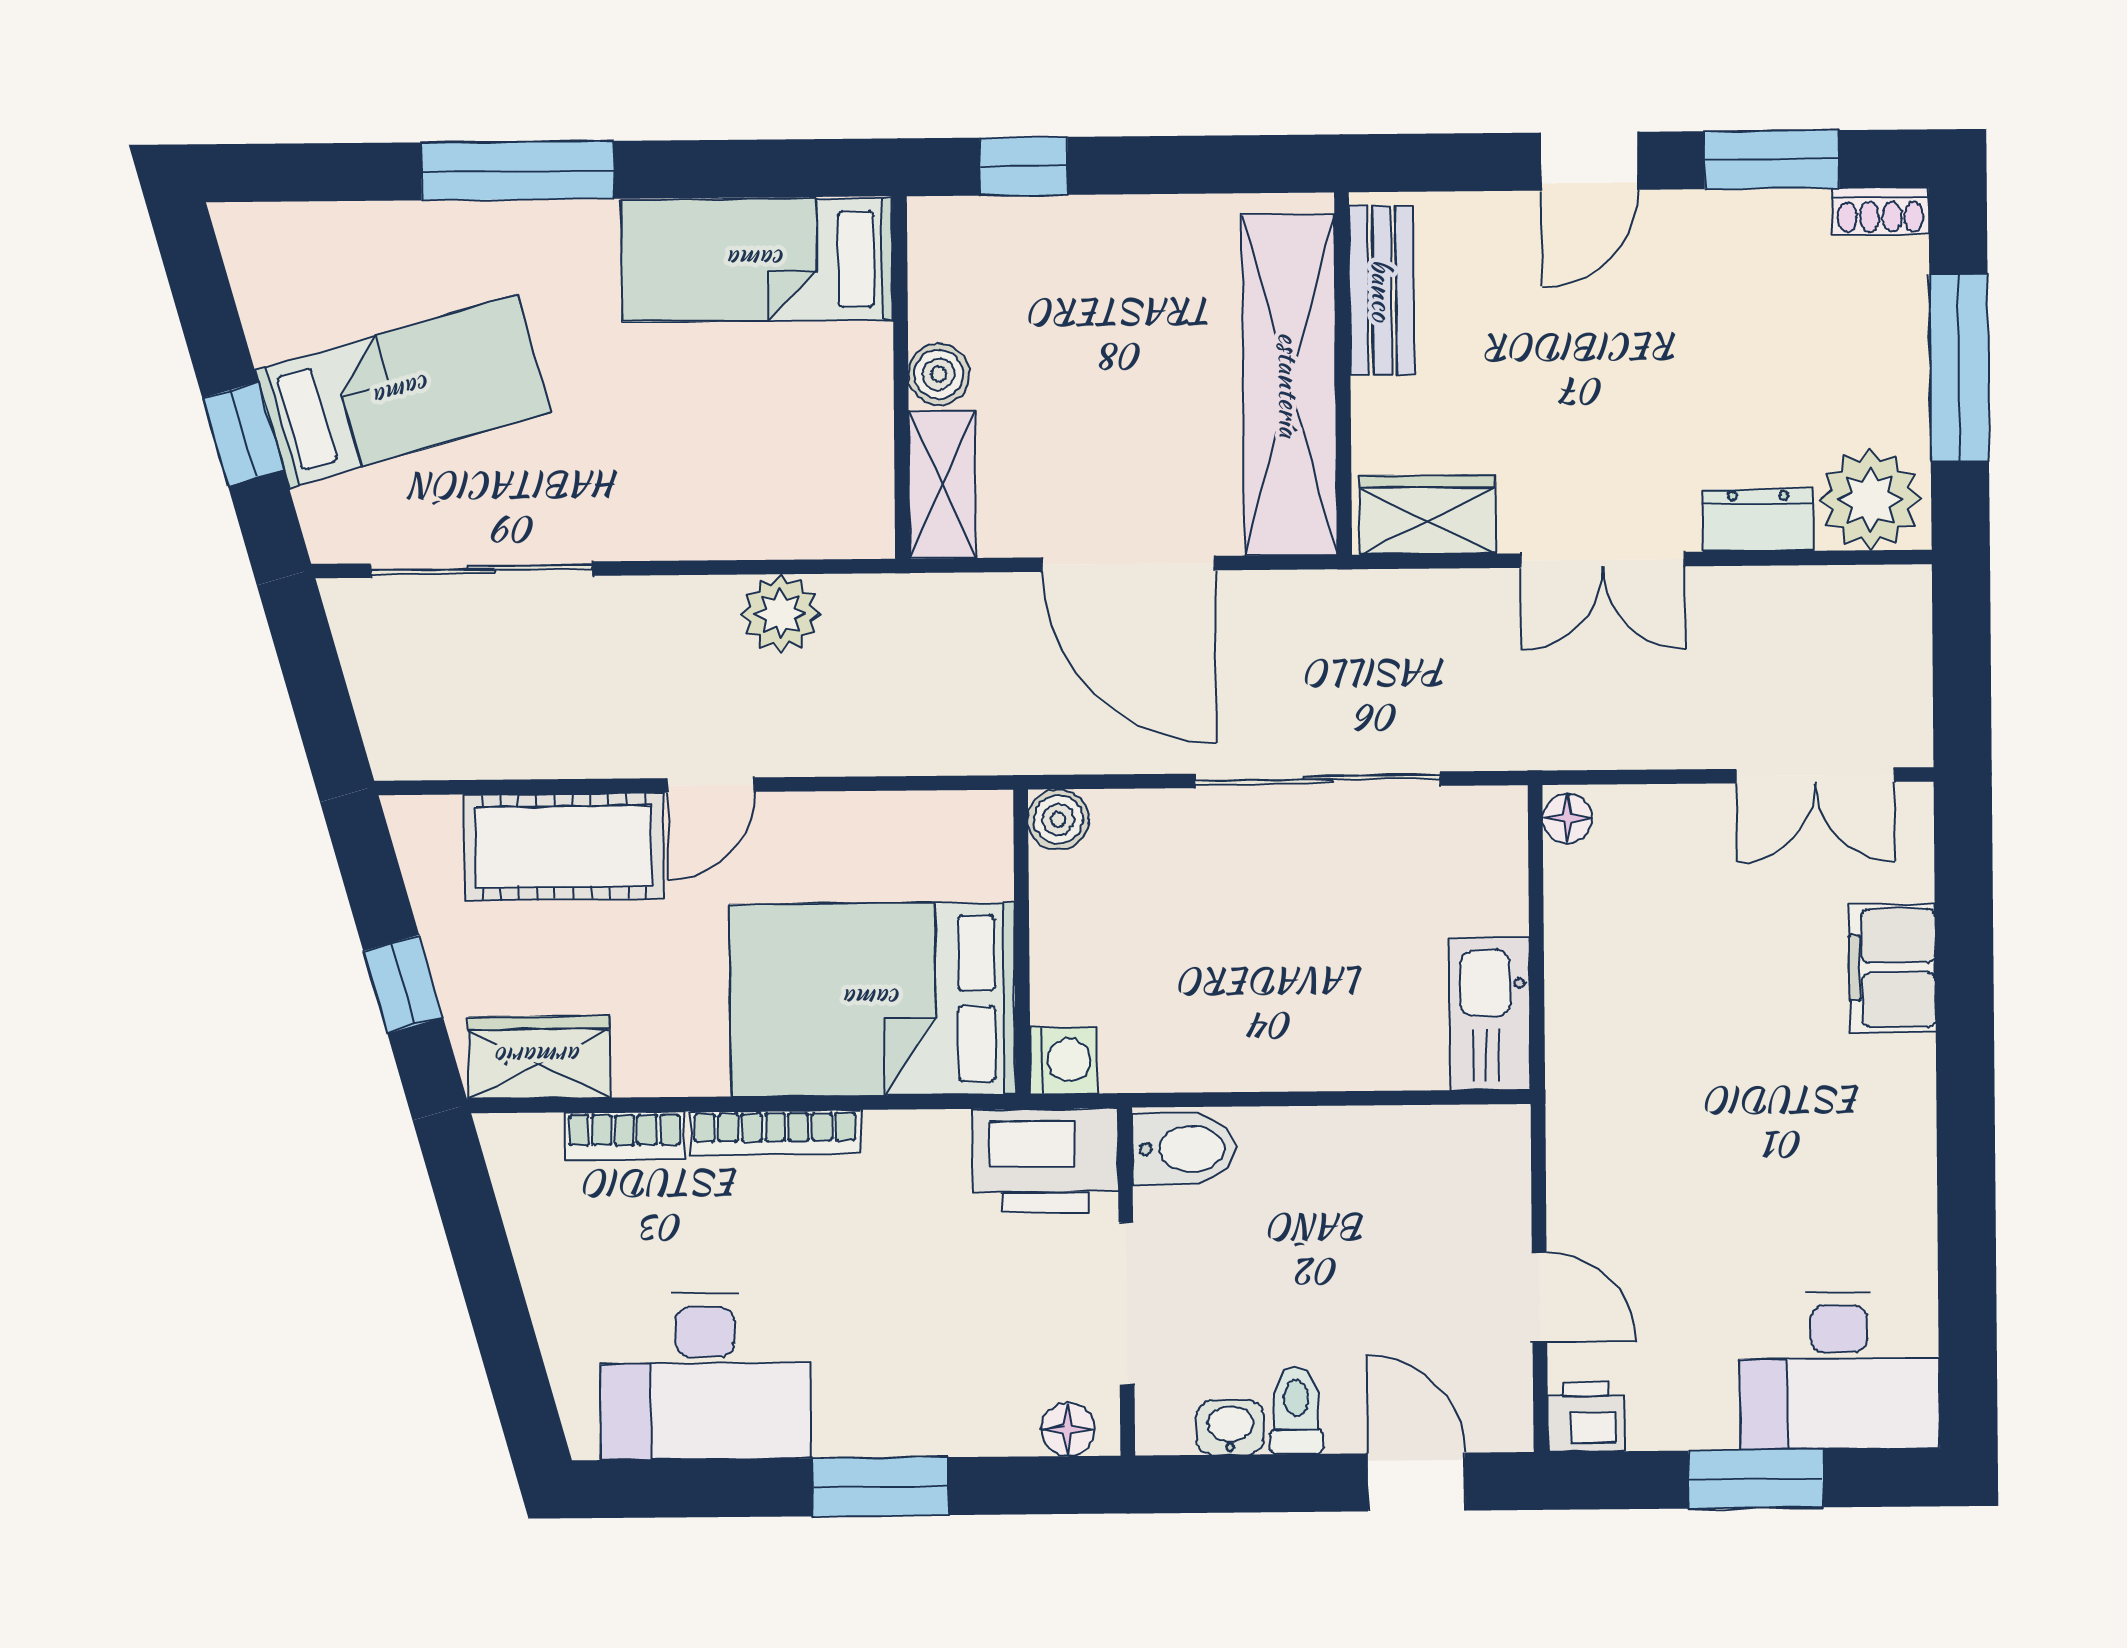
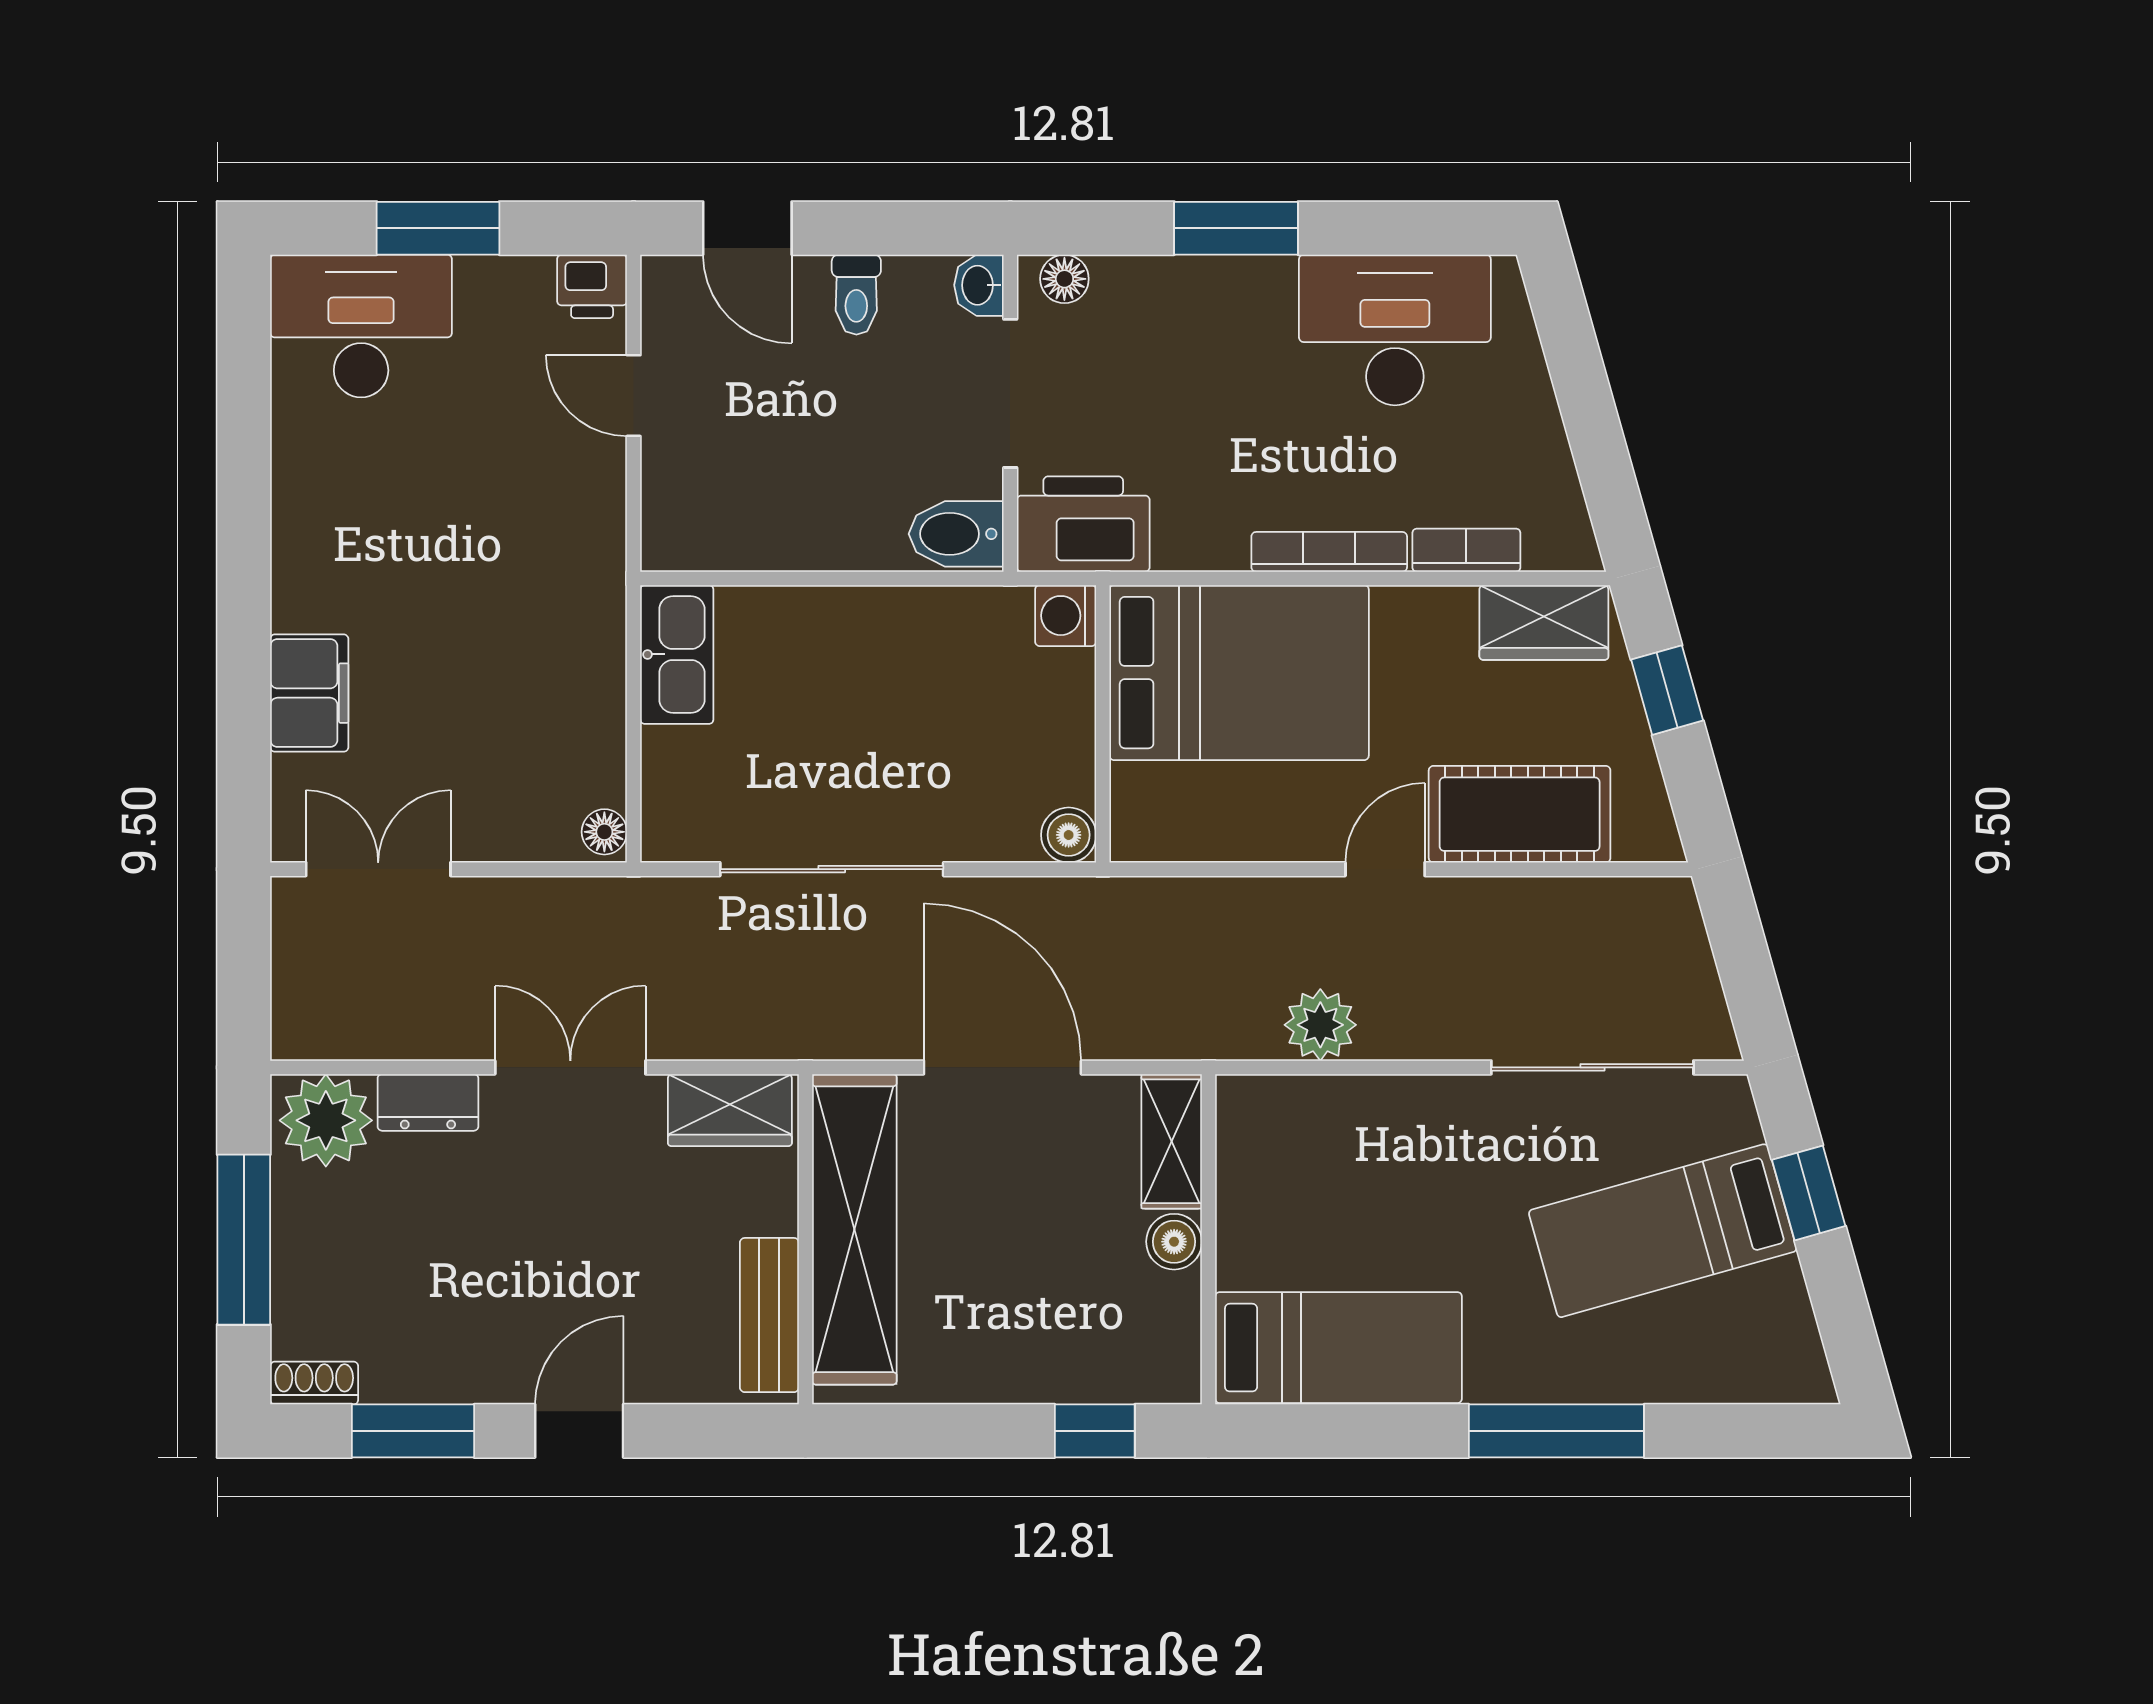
washbasin: (1230, 1428) -> (979, 285), moved, turned 90

